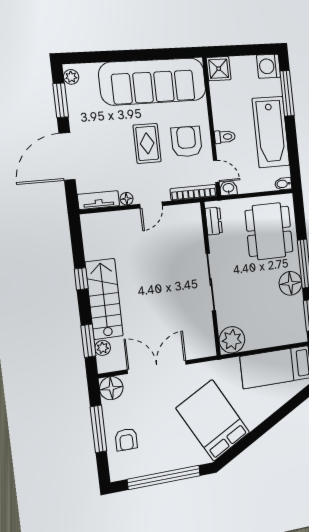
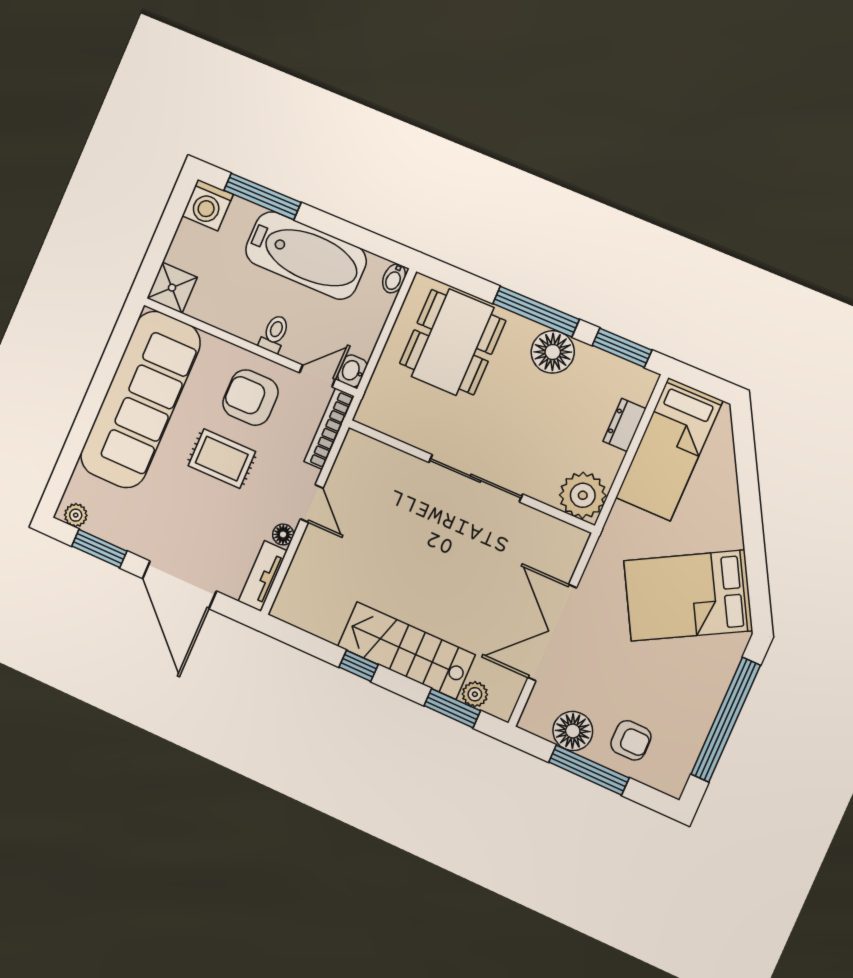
dresser: (214, 221) -> (625, 425), moved, turned -90
dining table: (269, 231) -> (453, 342), turned 90
floor lamp: (111, 388) -> (573, 731), moved

